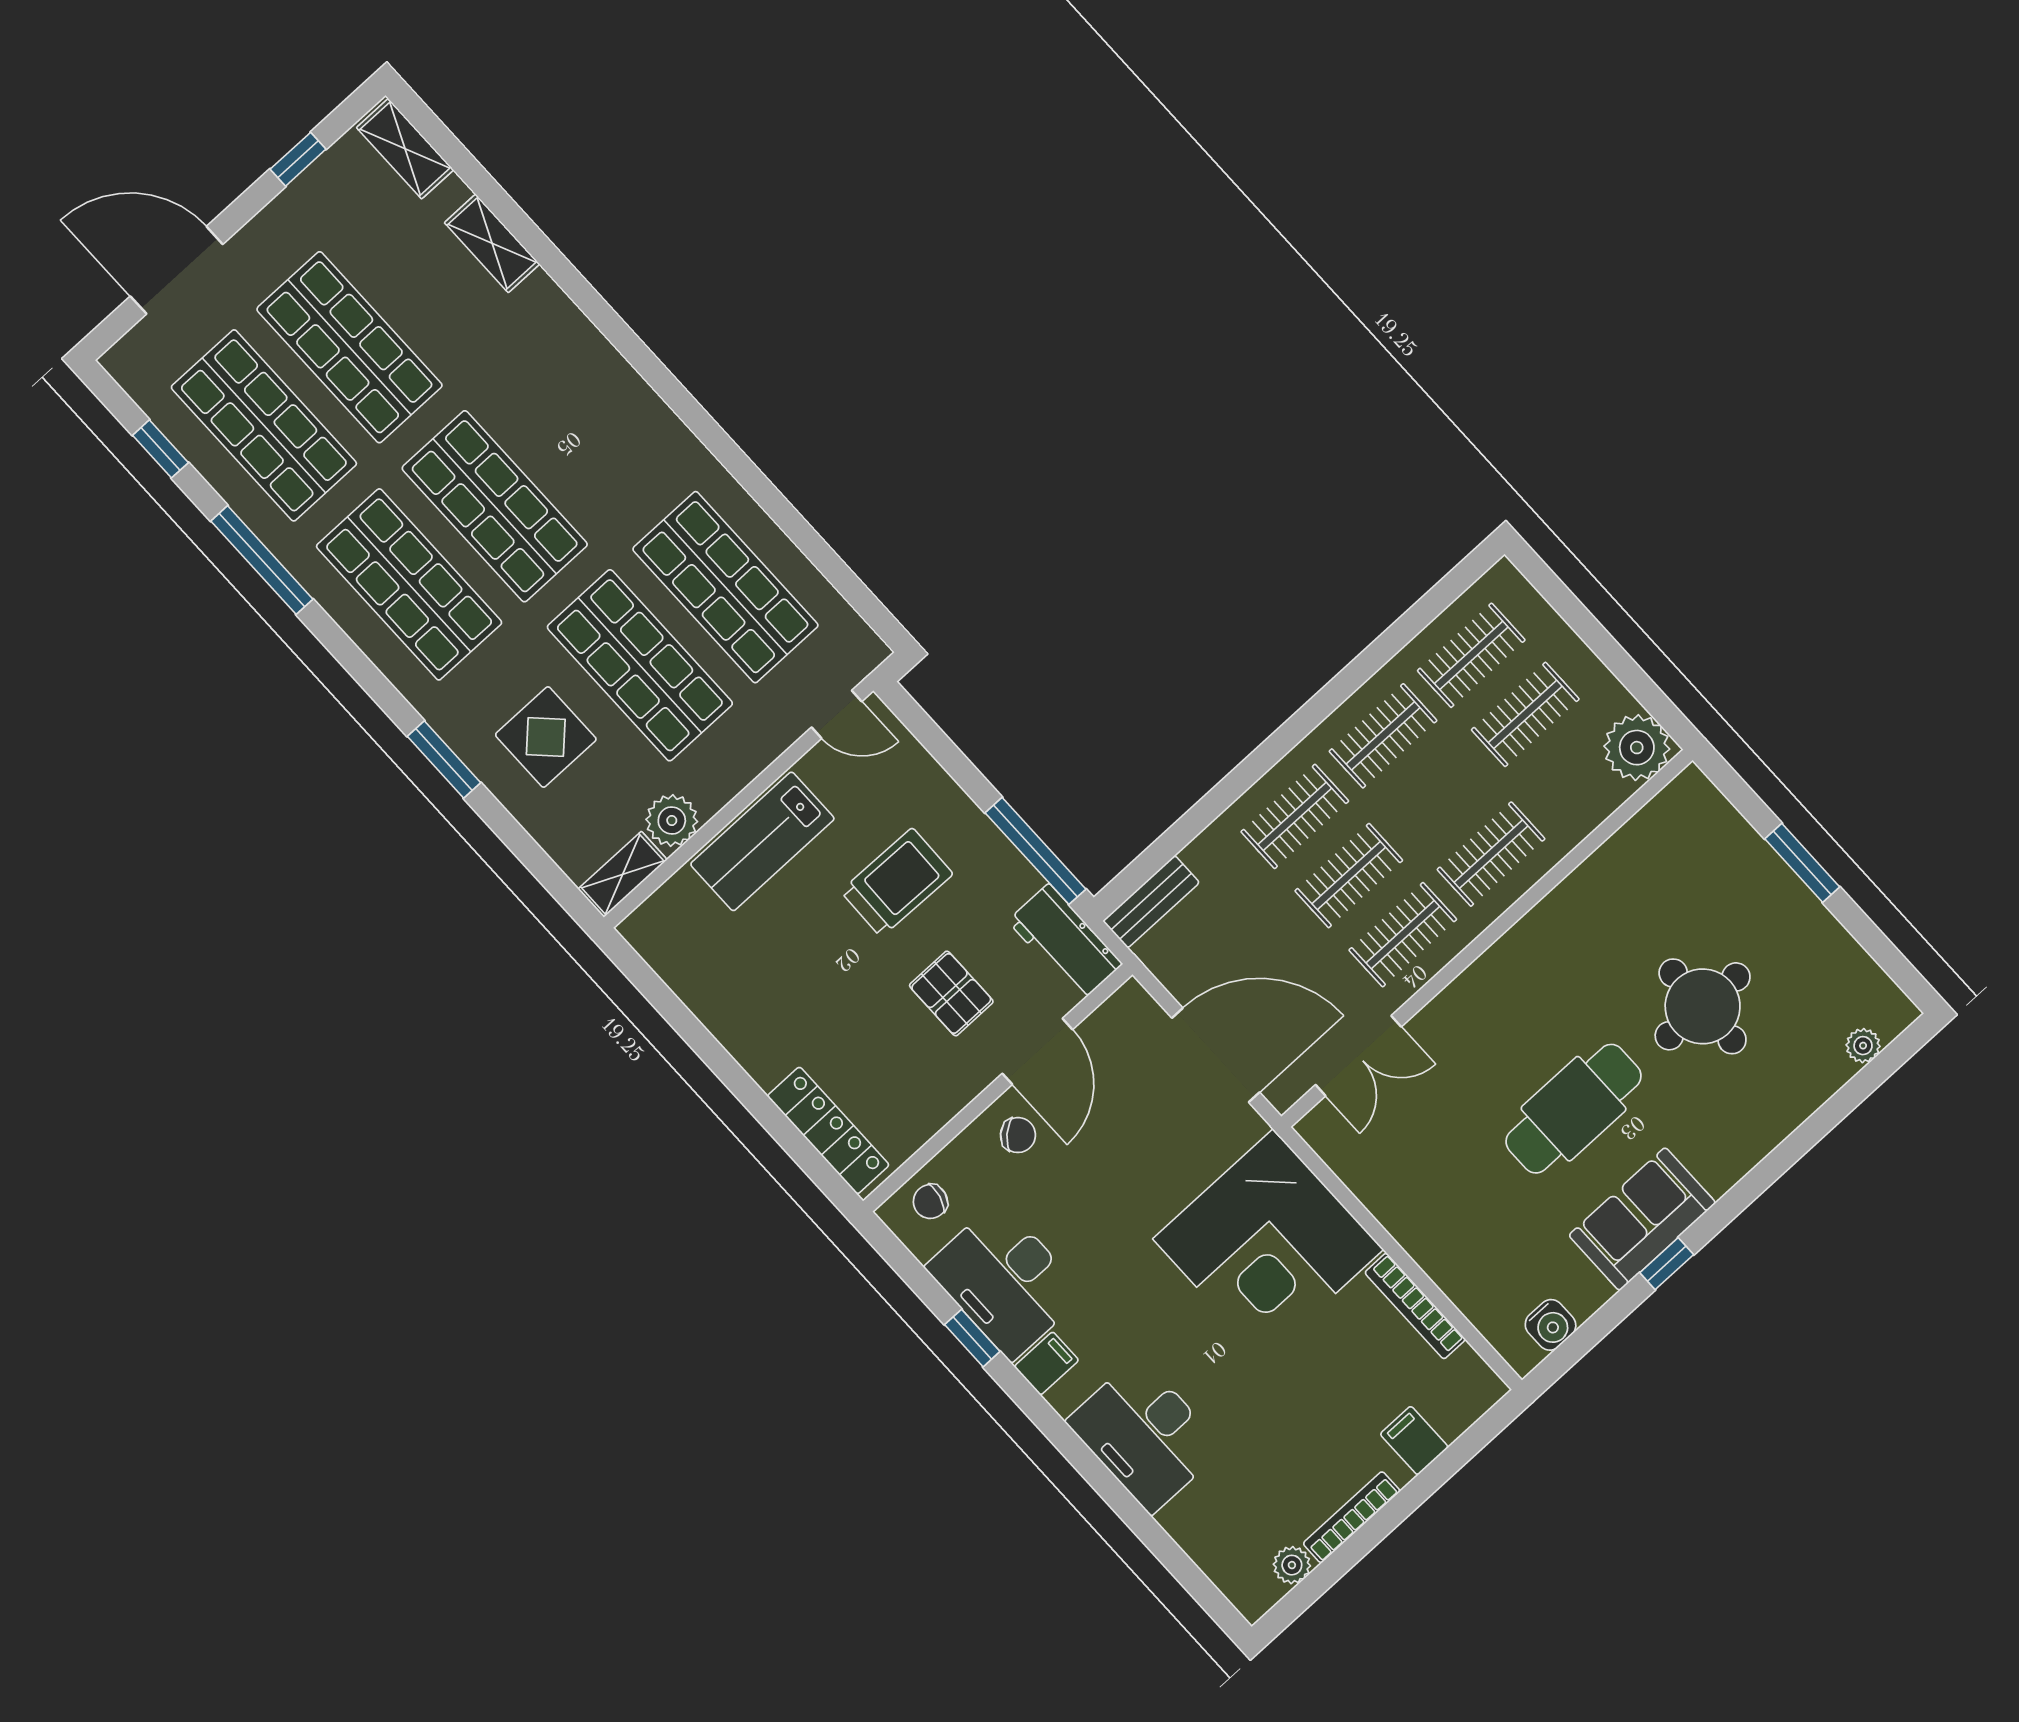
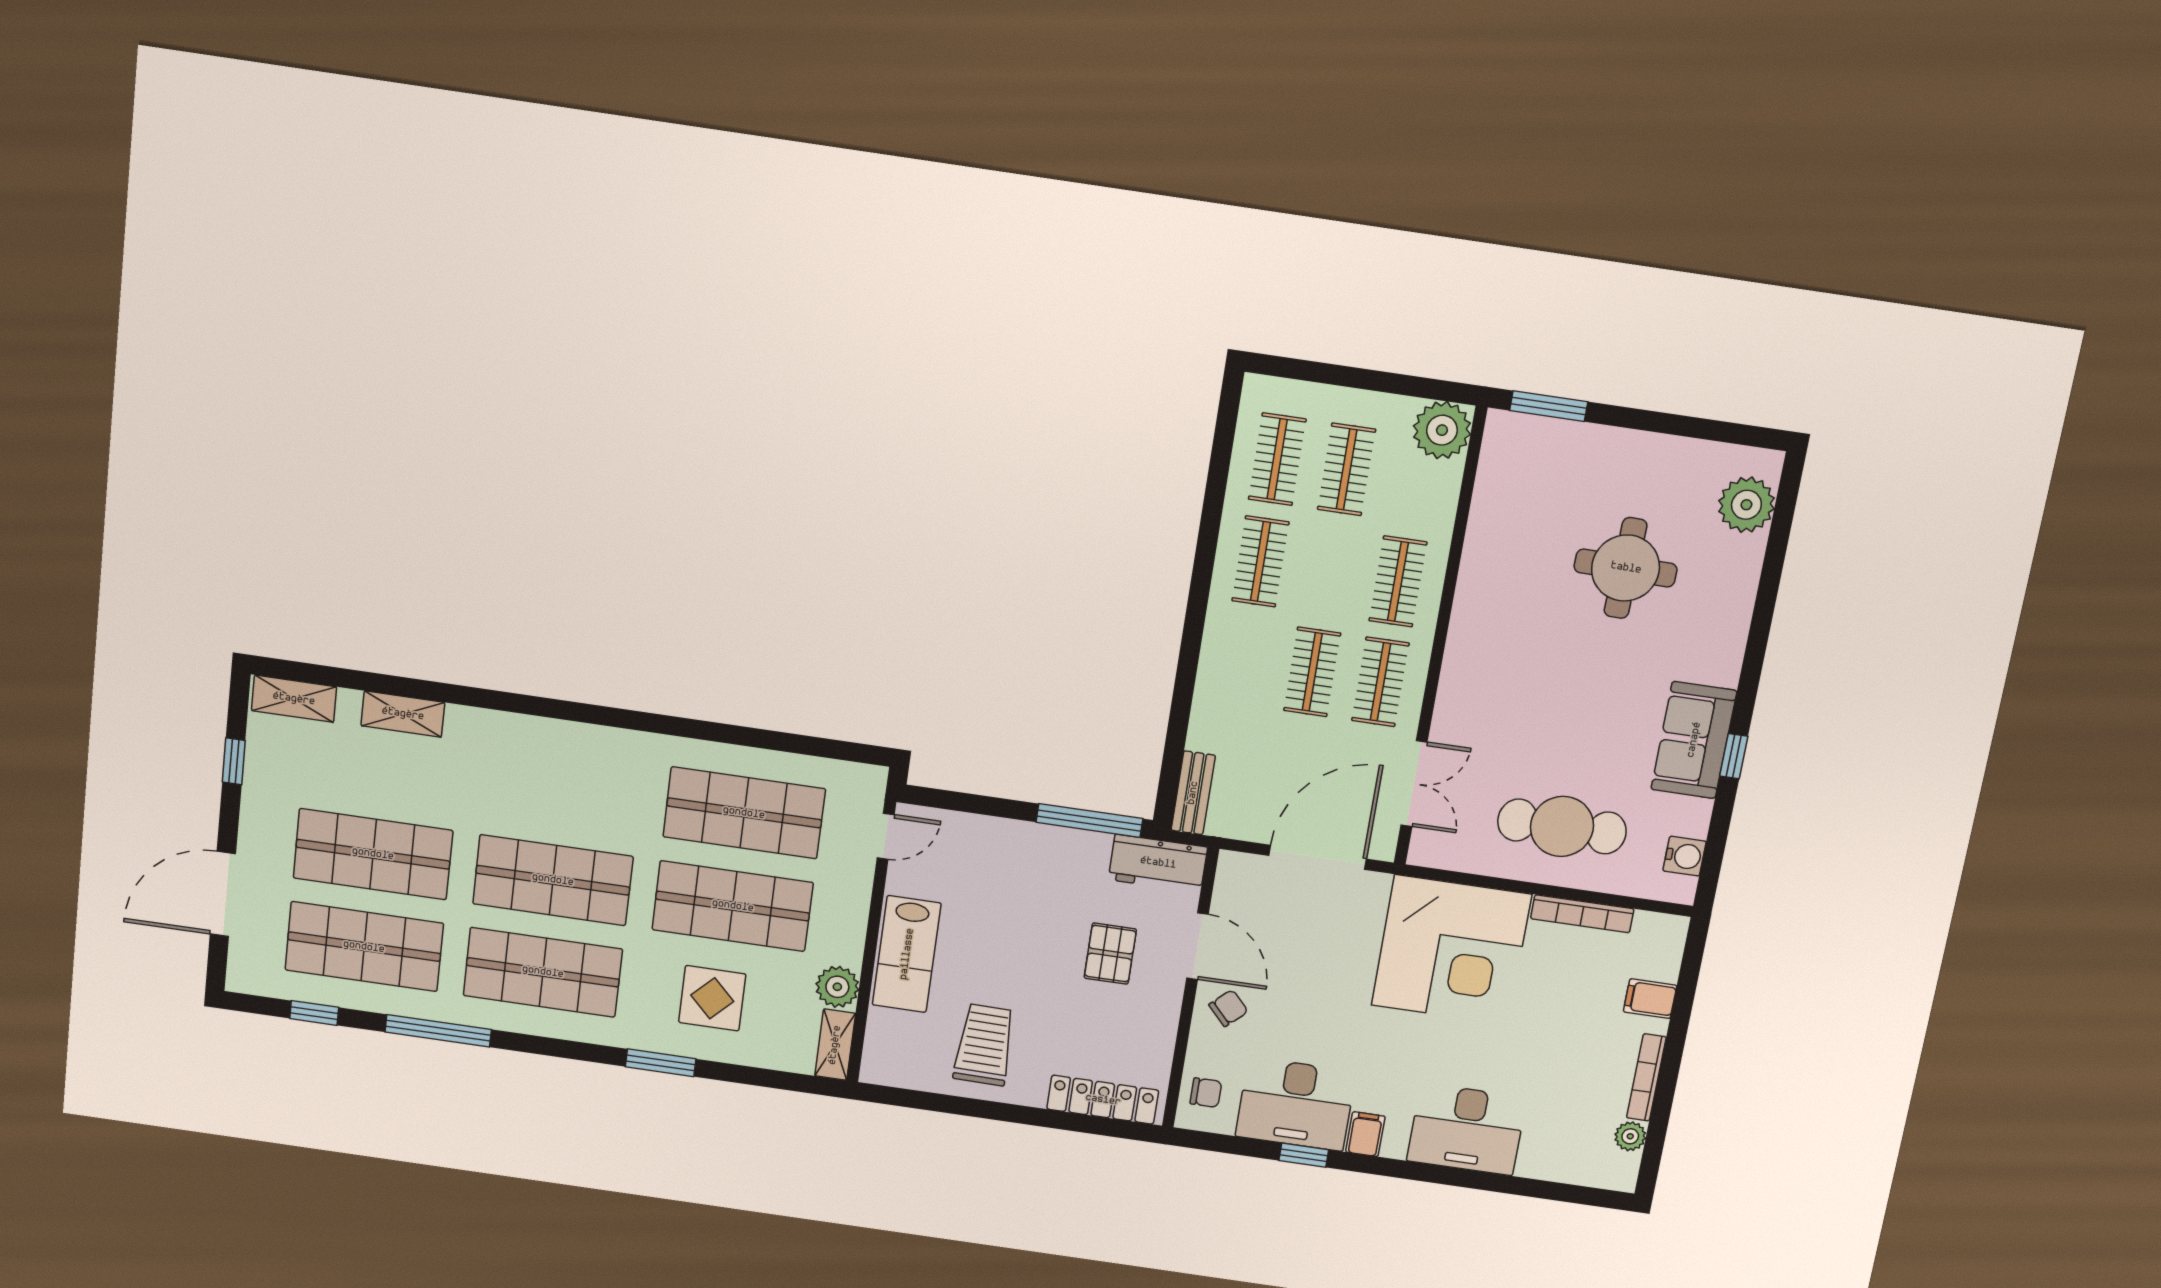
clothes rail: (1295, 816) -> (1244, 662), removed
window: (1802, 863) -> (1549, 406), moved
trolley: (897, 883) -> (984, 1045), moved
pallet: (951, 994) -> (1110, 954), turned 90
plant: (1863, 1046) -> (1746, 505), width x1.88, depth x1.88
cafe table: (1574, 1109) -> (1562, 826), moved, turned 90
chair: (930, 1202) -> (1206, 1093), turned -104

